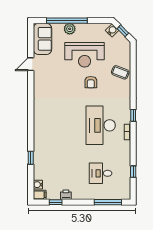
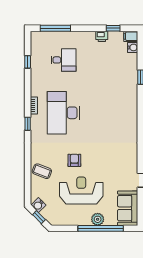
water cooler: (112, 30) -> (38, 205), moved
desk: (101, 125) -> (63, 113), turned 180

